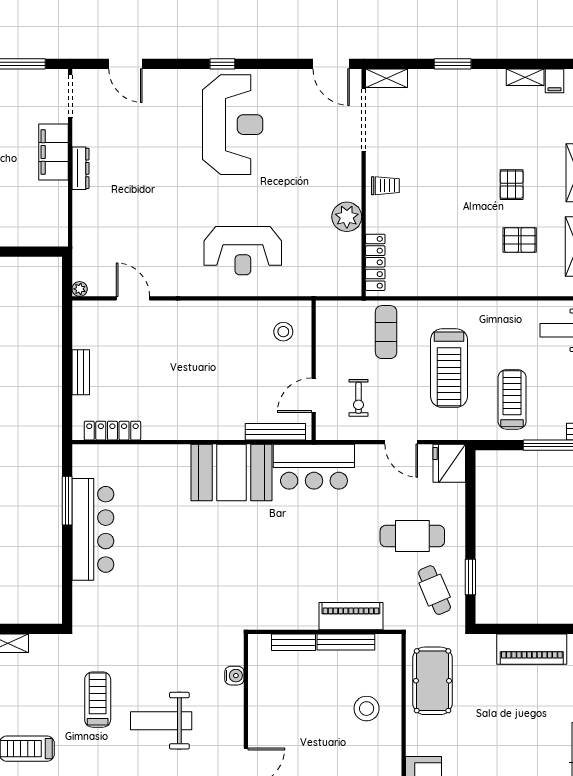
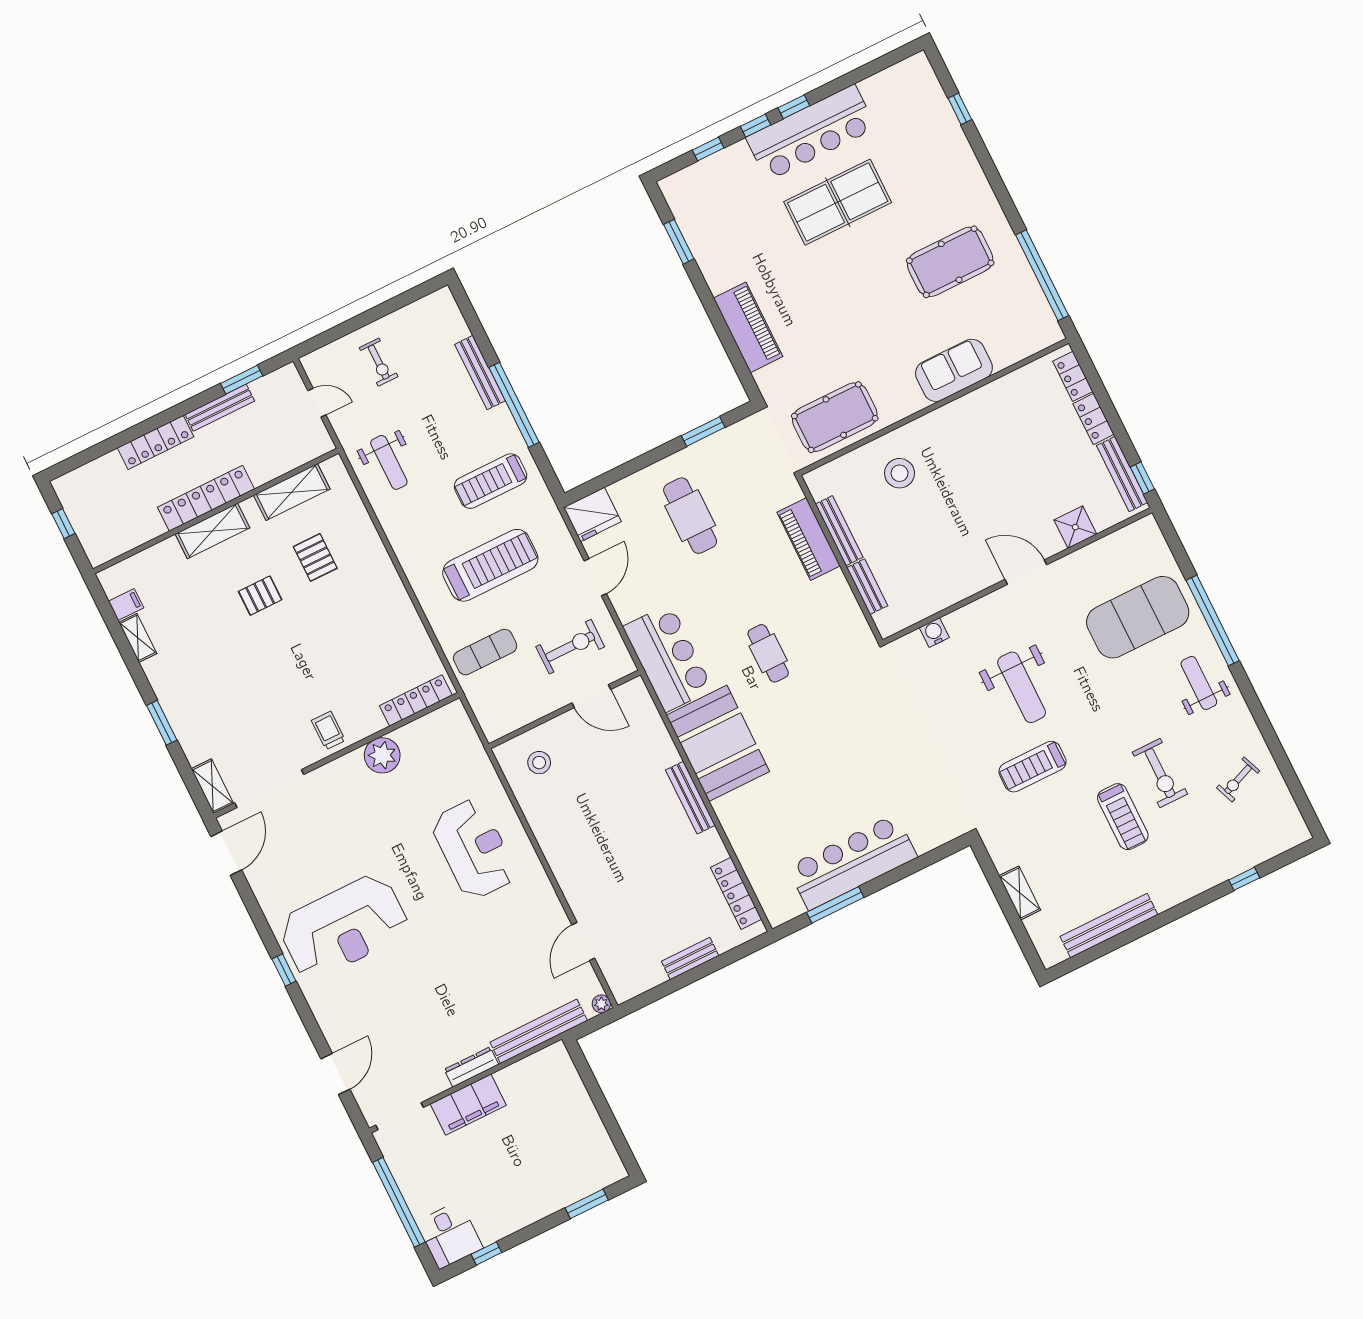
reception desk: (233, 125) -> (344, 927), turned 180
bench: (82, 232) -> (539, 1031), added
exercise bike: (359, 398) -> (570, 647), width x1.38, depth x1.39
bench: (275, 432) -> (690, 798), moved
cafe table: (435, 590) -> (768, 653), moved, turned -67

